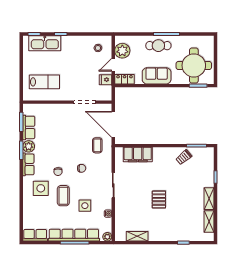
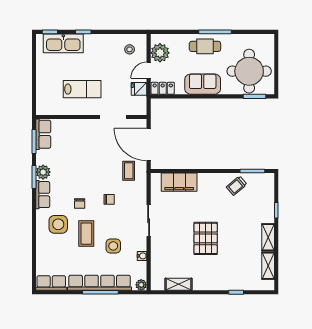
lab bench: (44, 82) -> (82, 89), moved
row of seats: (29, 127) -> (43, 134), moved
pallet: (159, 200) -> (206, 238), width x1.50, depth x1.42

